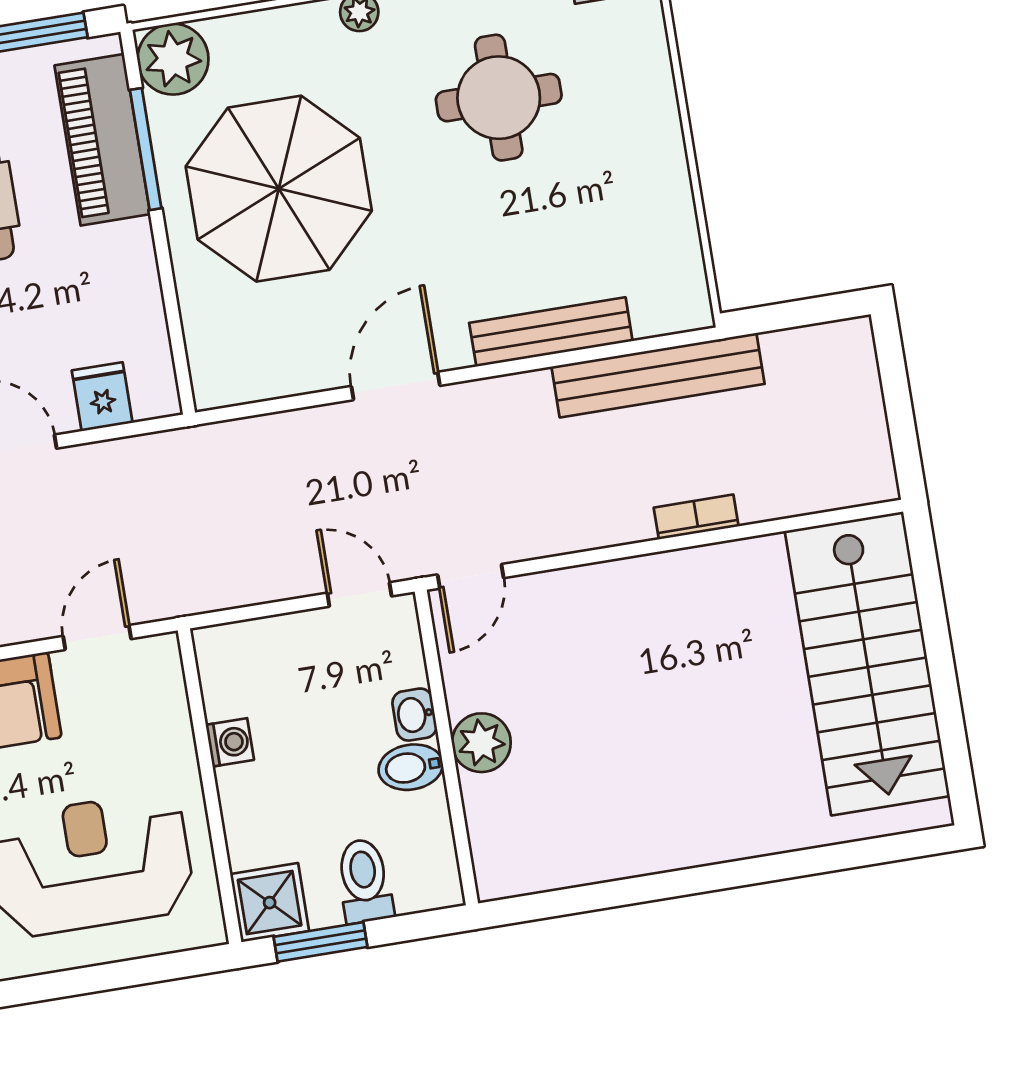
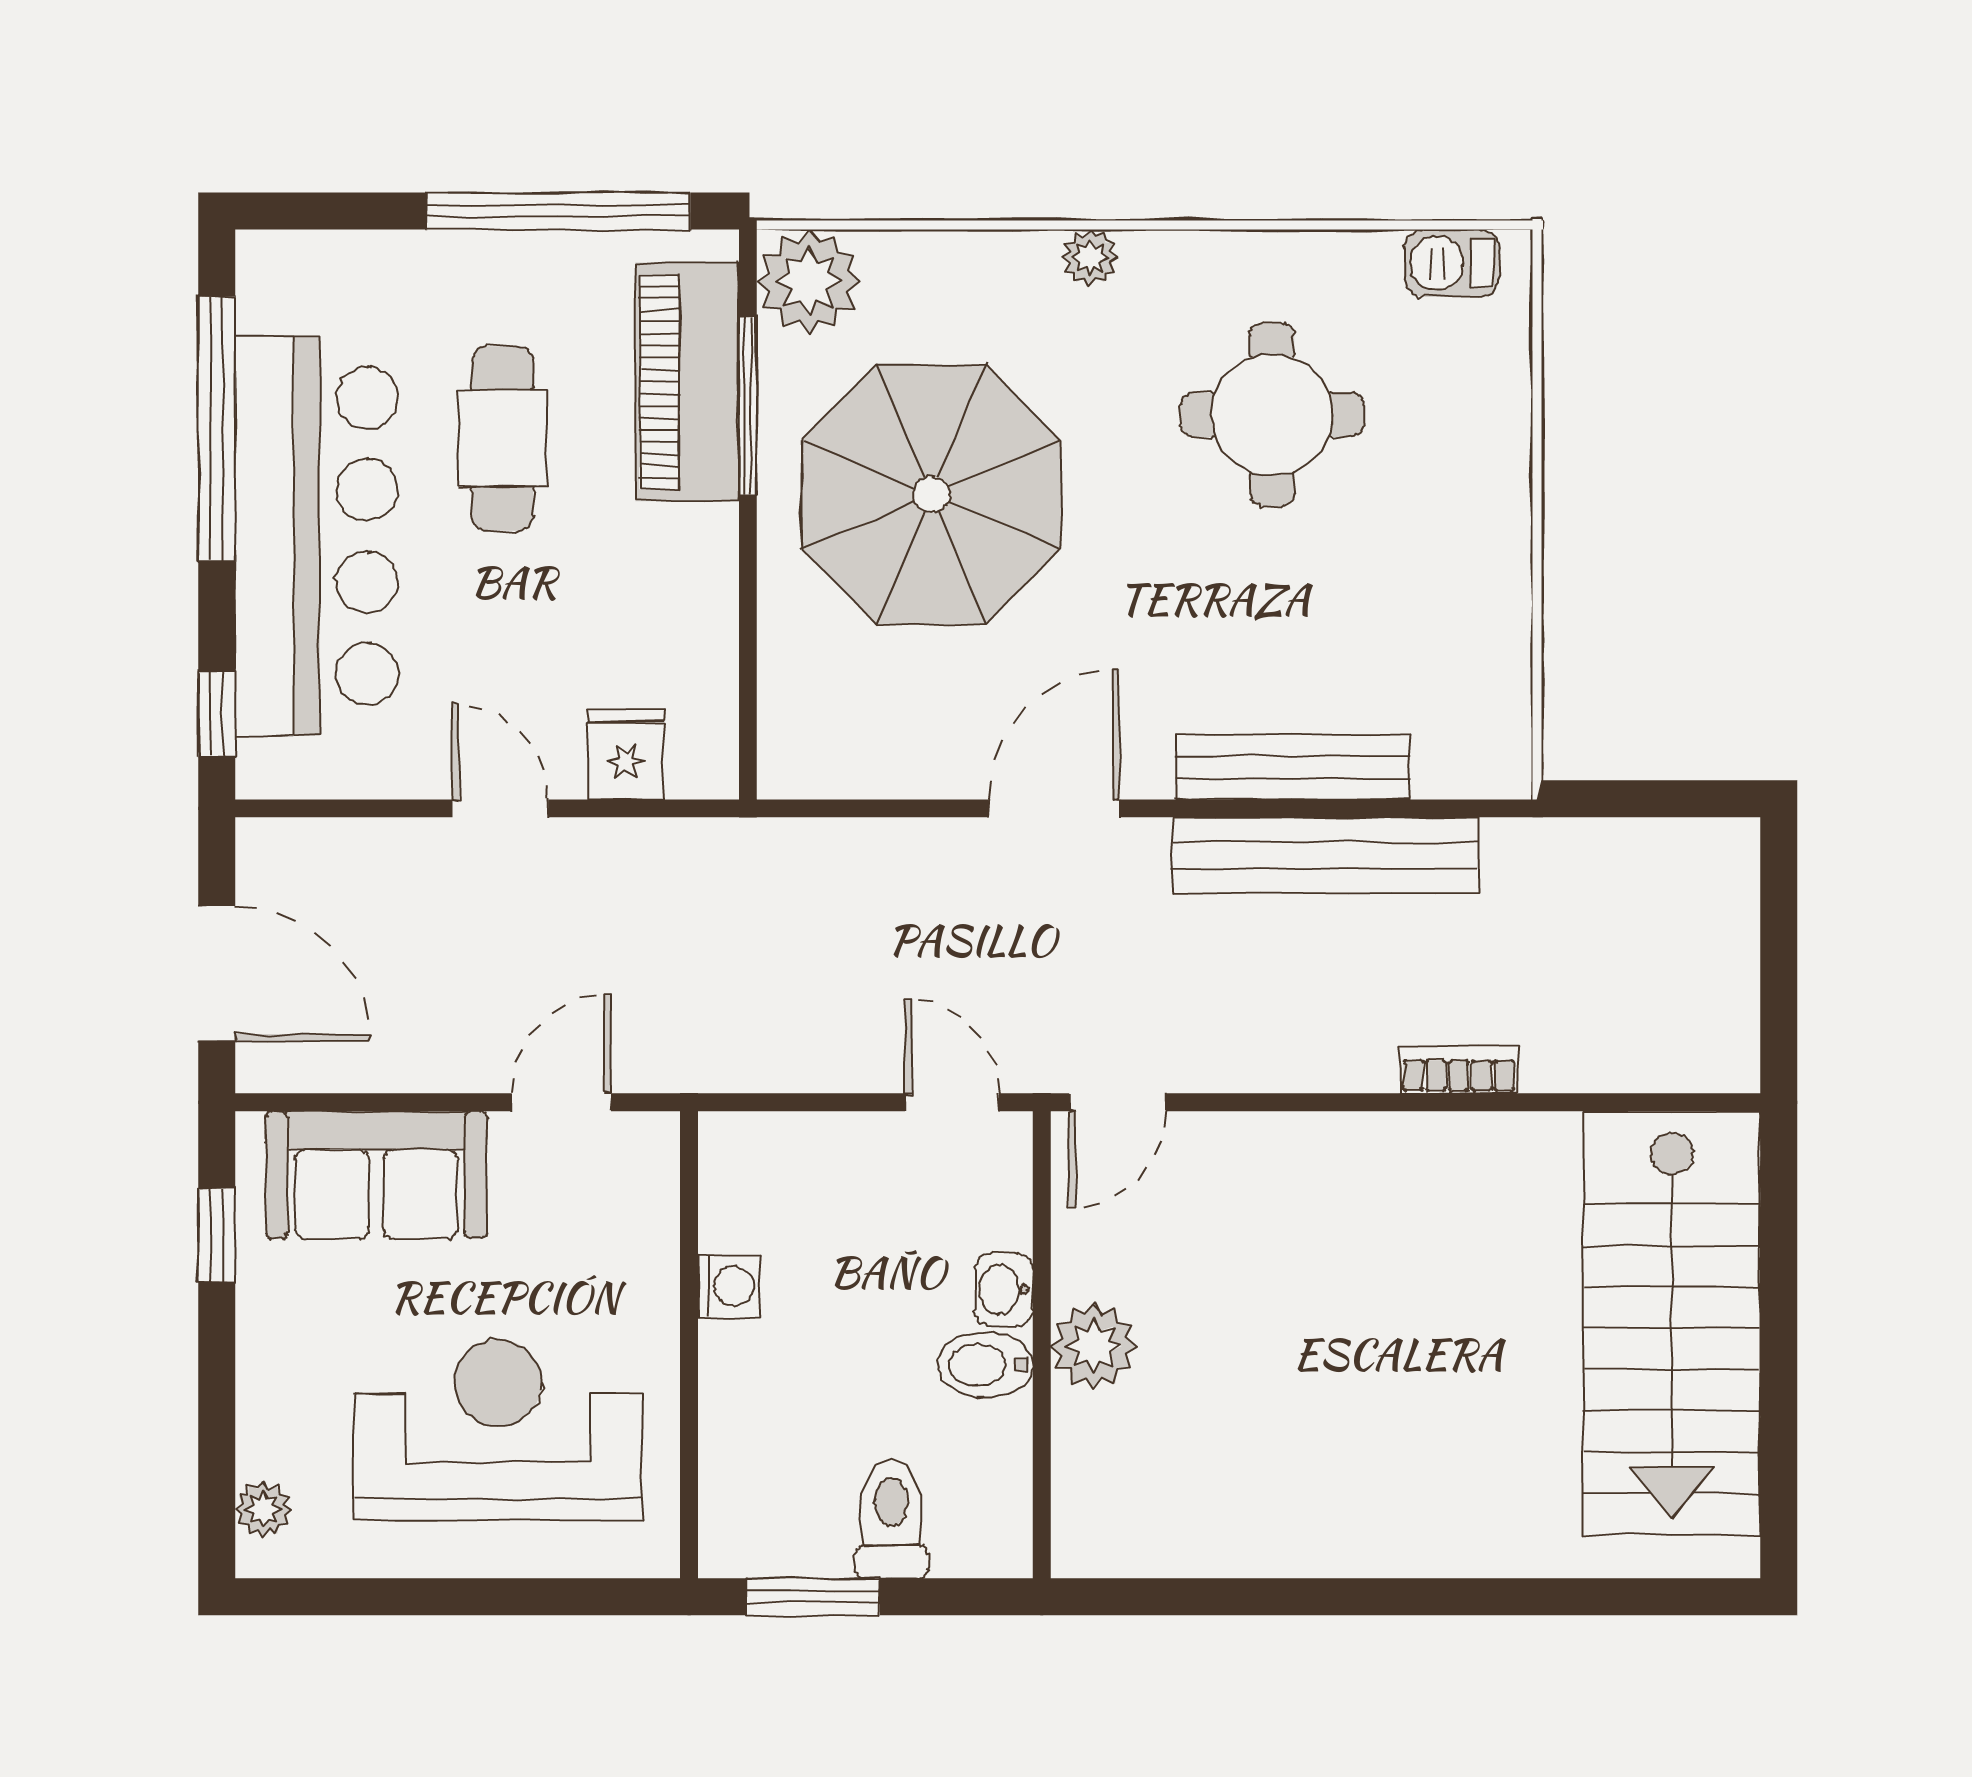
bench: (658, 375) -> (1325, 855), moved
shower: (270, 903) -> (749, 1528), removed

